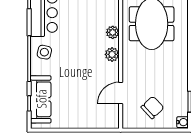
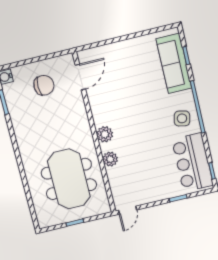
door: (121, 93) -> (80, 77), moved
chair: (152, 107) -> (44, 85), turned -138

